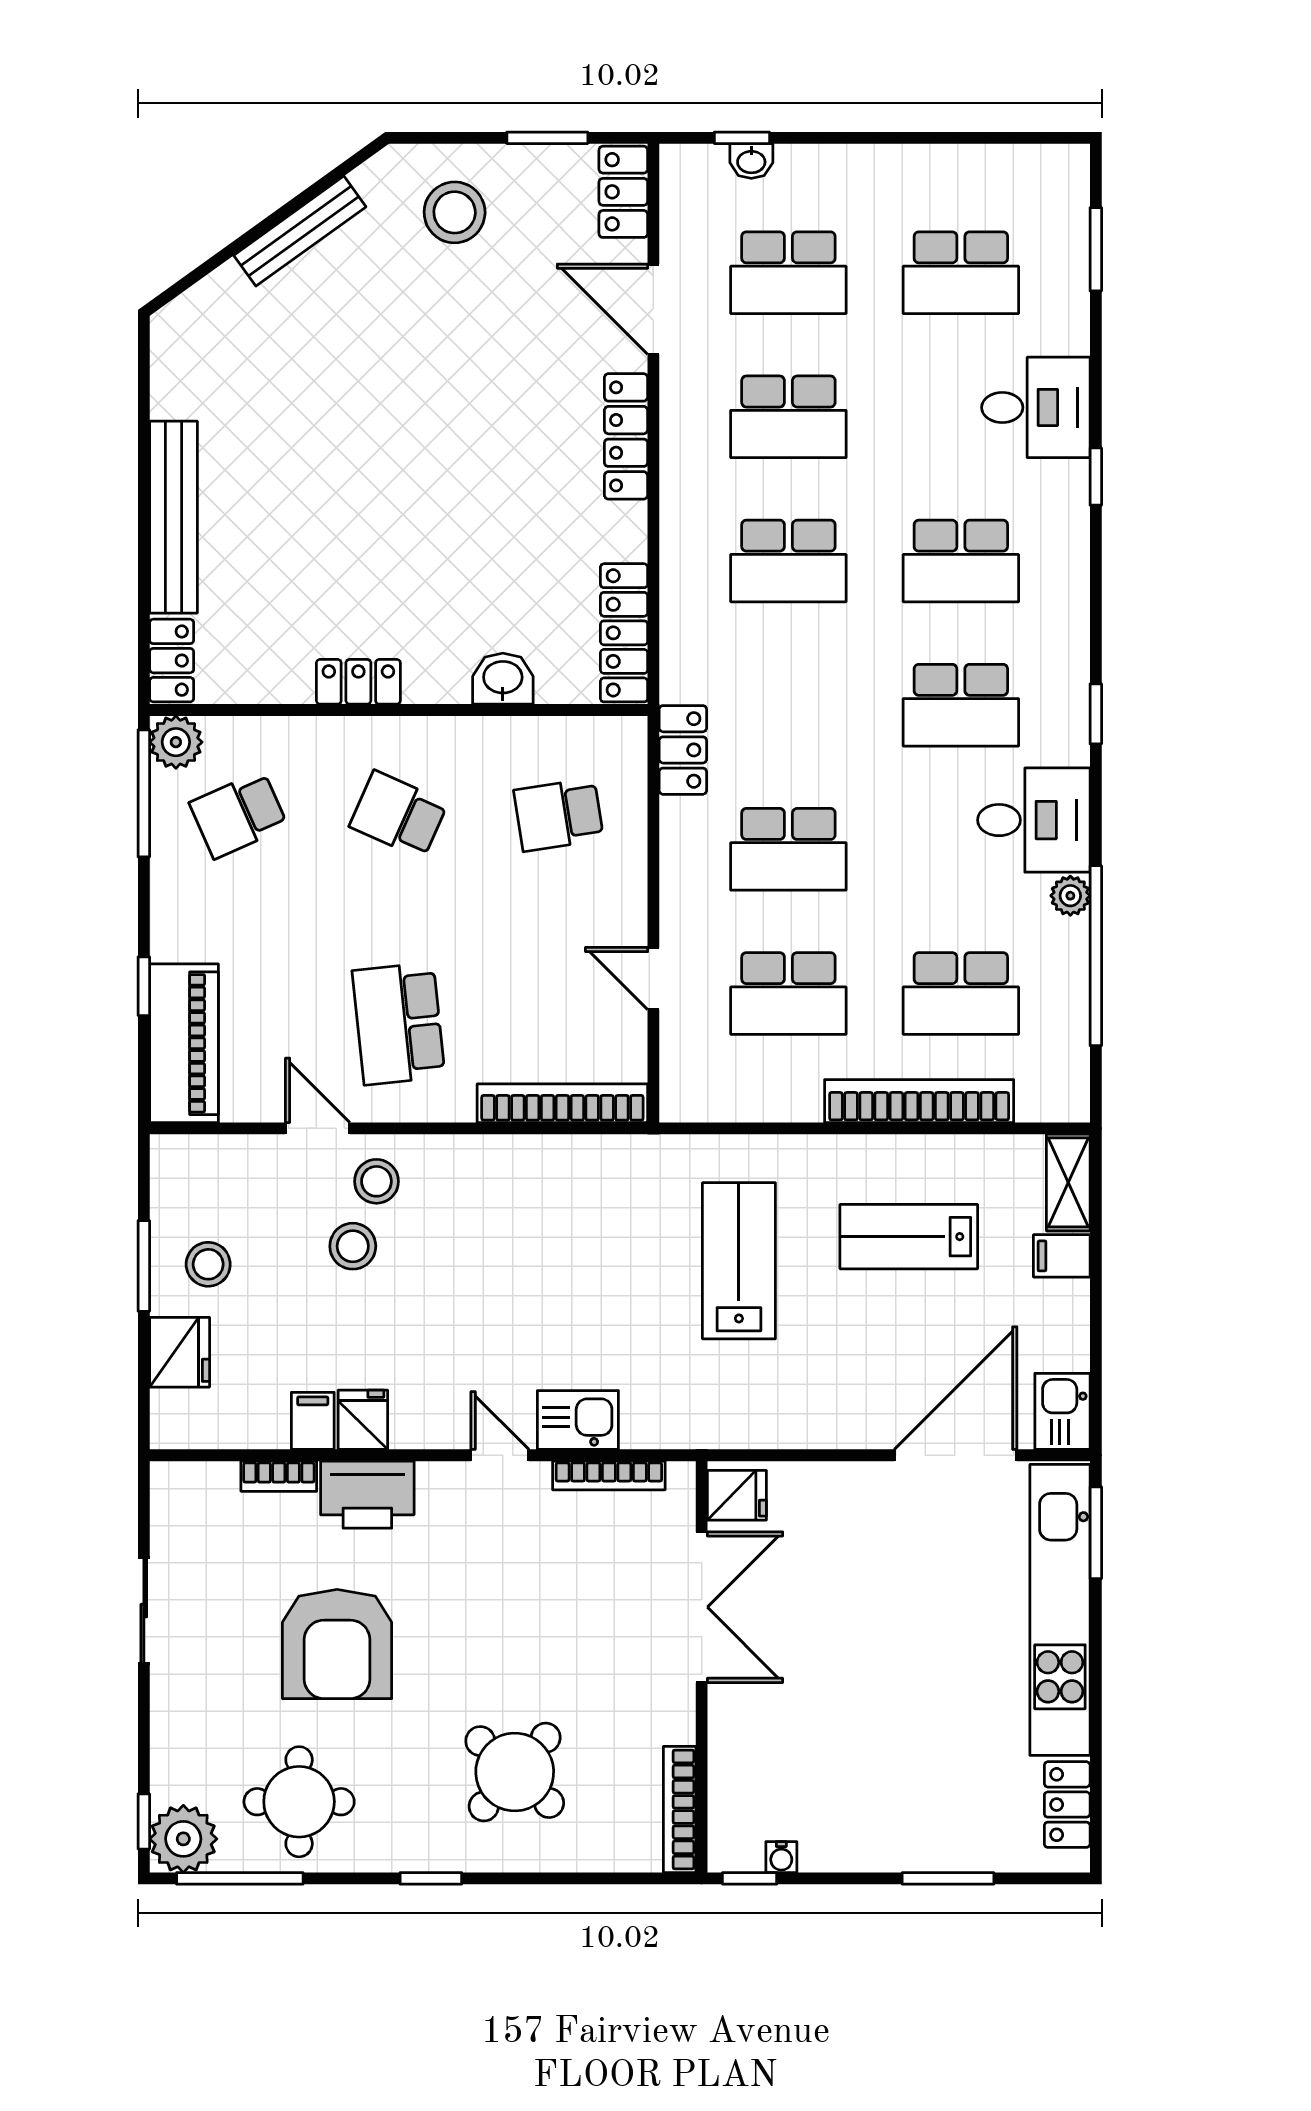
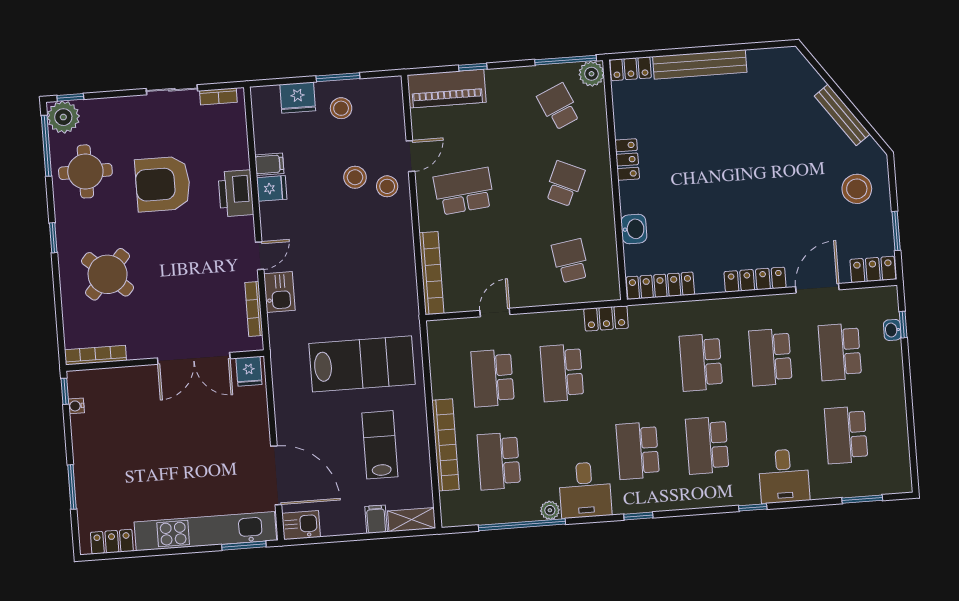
lab bench: (739, 1261) -> (362, 364), width x1.36, depth x1.39
bookcase: (279, 1476) -> (218, 96), moved, turned -90

